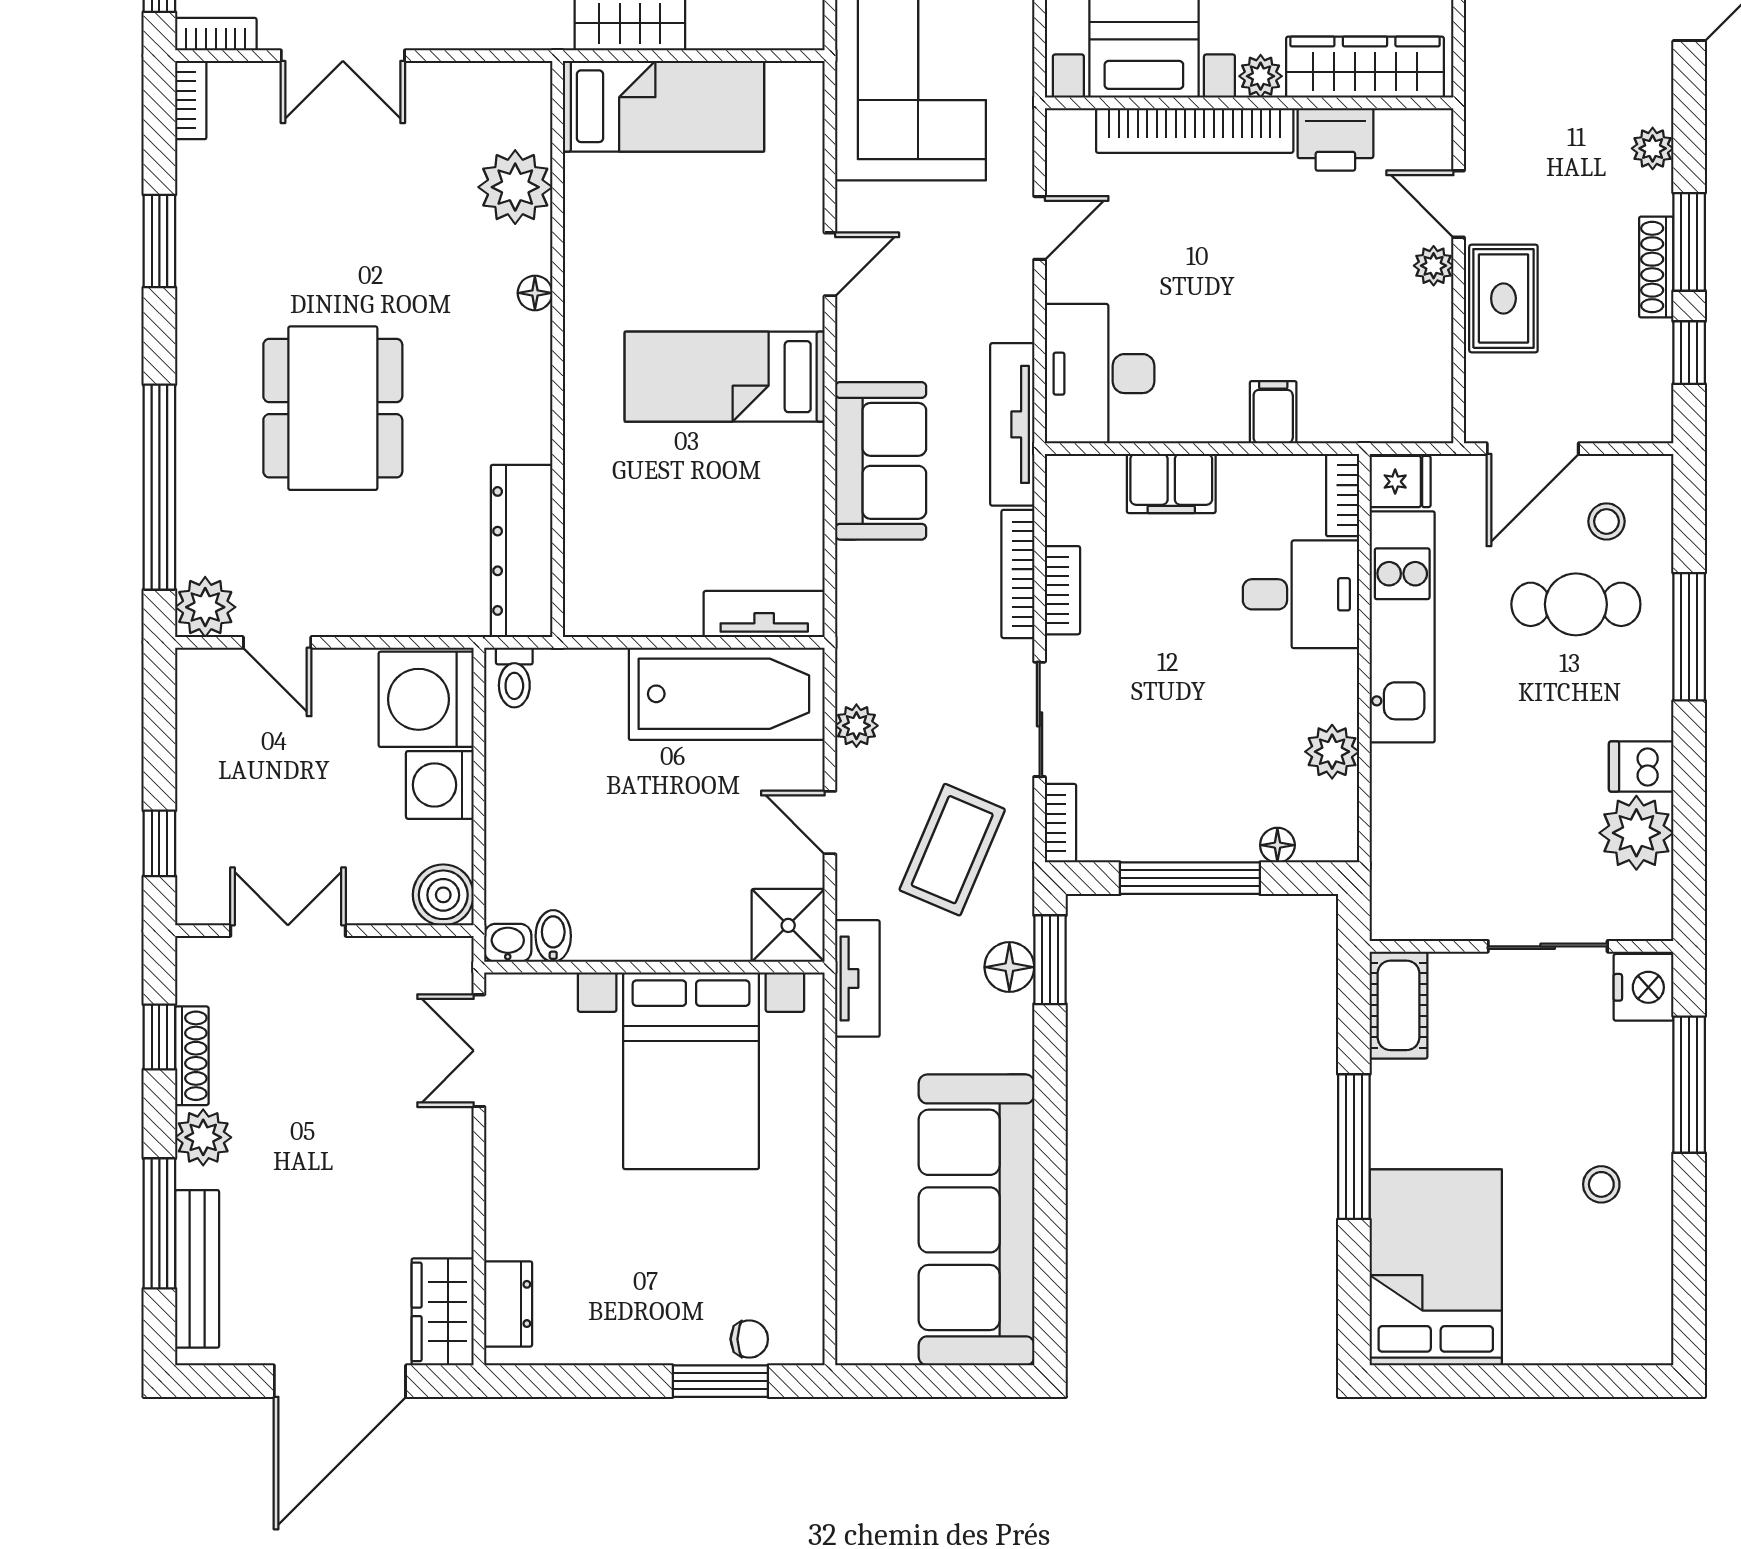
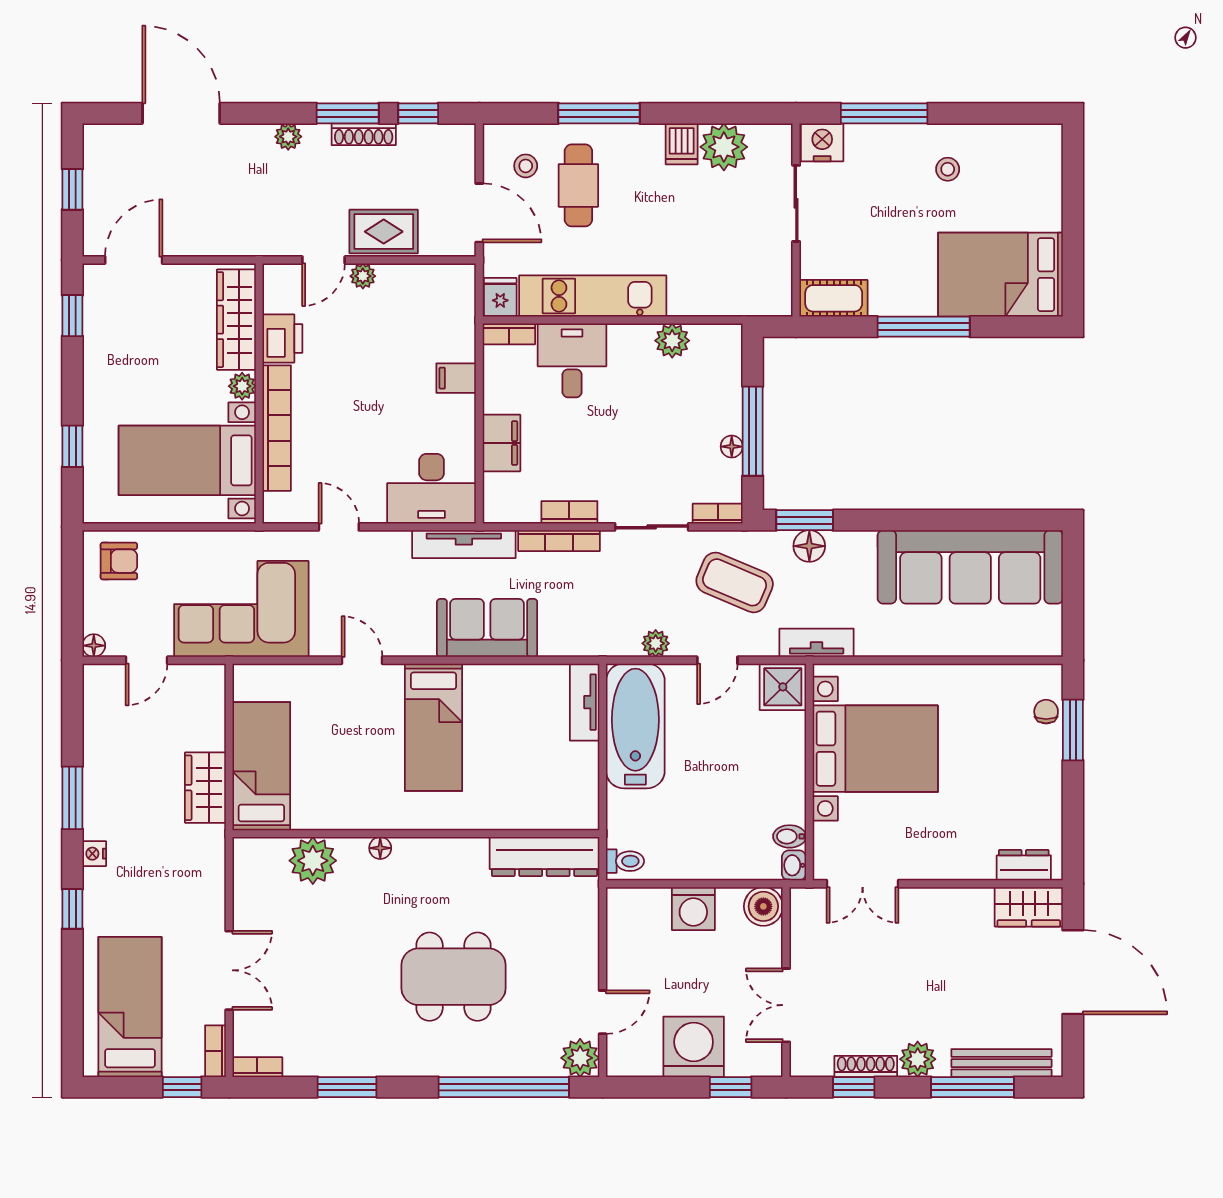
washing machine: (426, 699) -> (694, 1047), moved, turned 180
floor lamp: (1277, 845) -> (732, 447), moved

